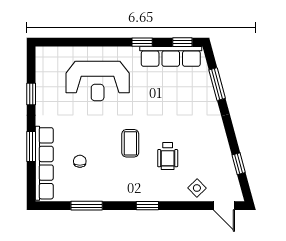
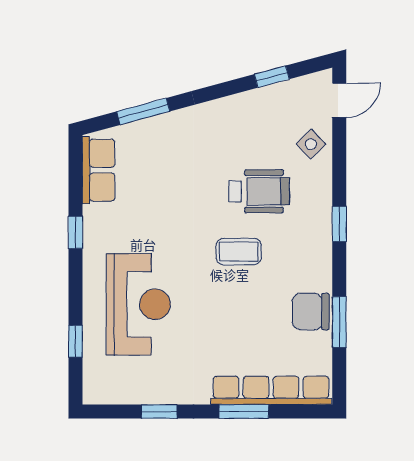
window: (182, 42) -> (75, 341), moved
row of seats: (171, 56) -> (99, 170), width x0.68
wheelchair: (168, 156) -> (259, 191), width x1.36, depth x1.37
chair: (80, 161) -> (311, 312), moved, width x1.87, depth x1.87

